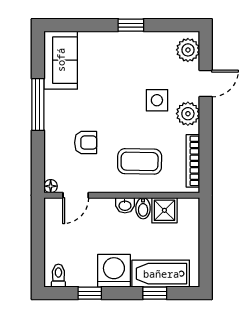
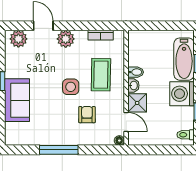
sofa: (61, 60) -> (17, 100), moved, turned 90
side table: (157, 100) -> (71, 87), moved
bookcase: (193, 161) -> (101, 35), width x0.64
shower: (164, 210) -> (137, 103), moved

